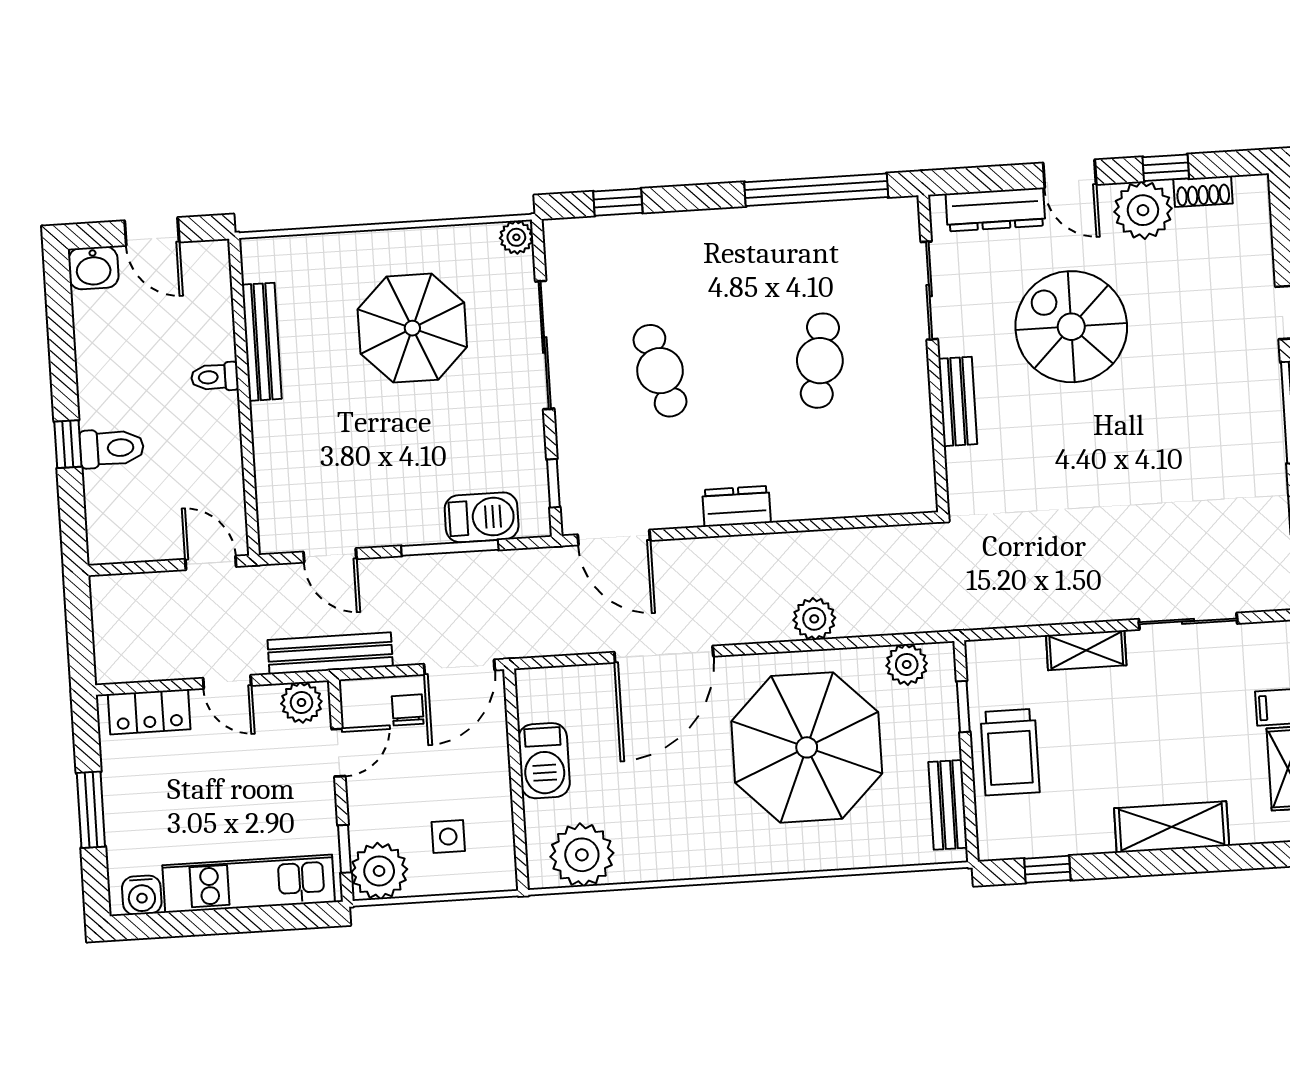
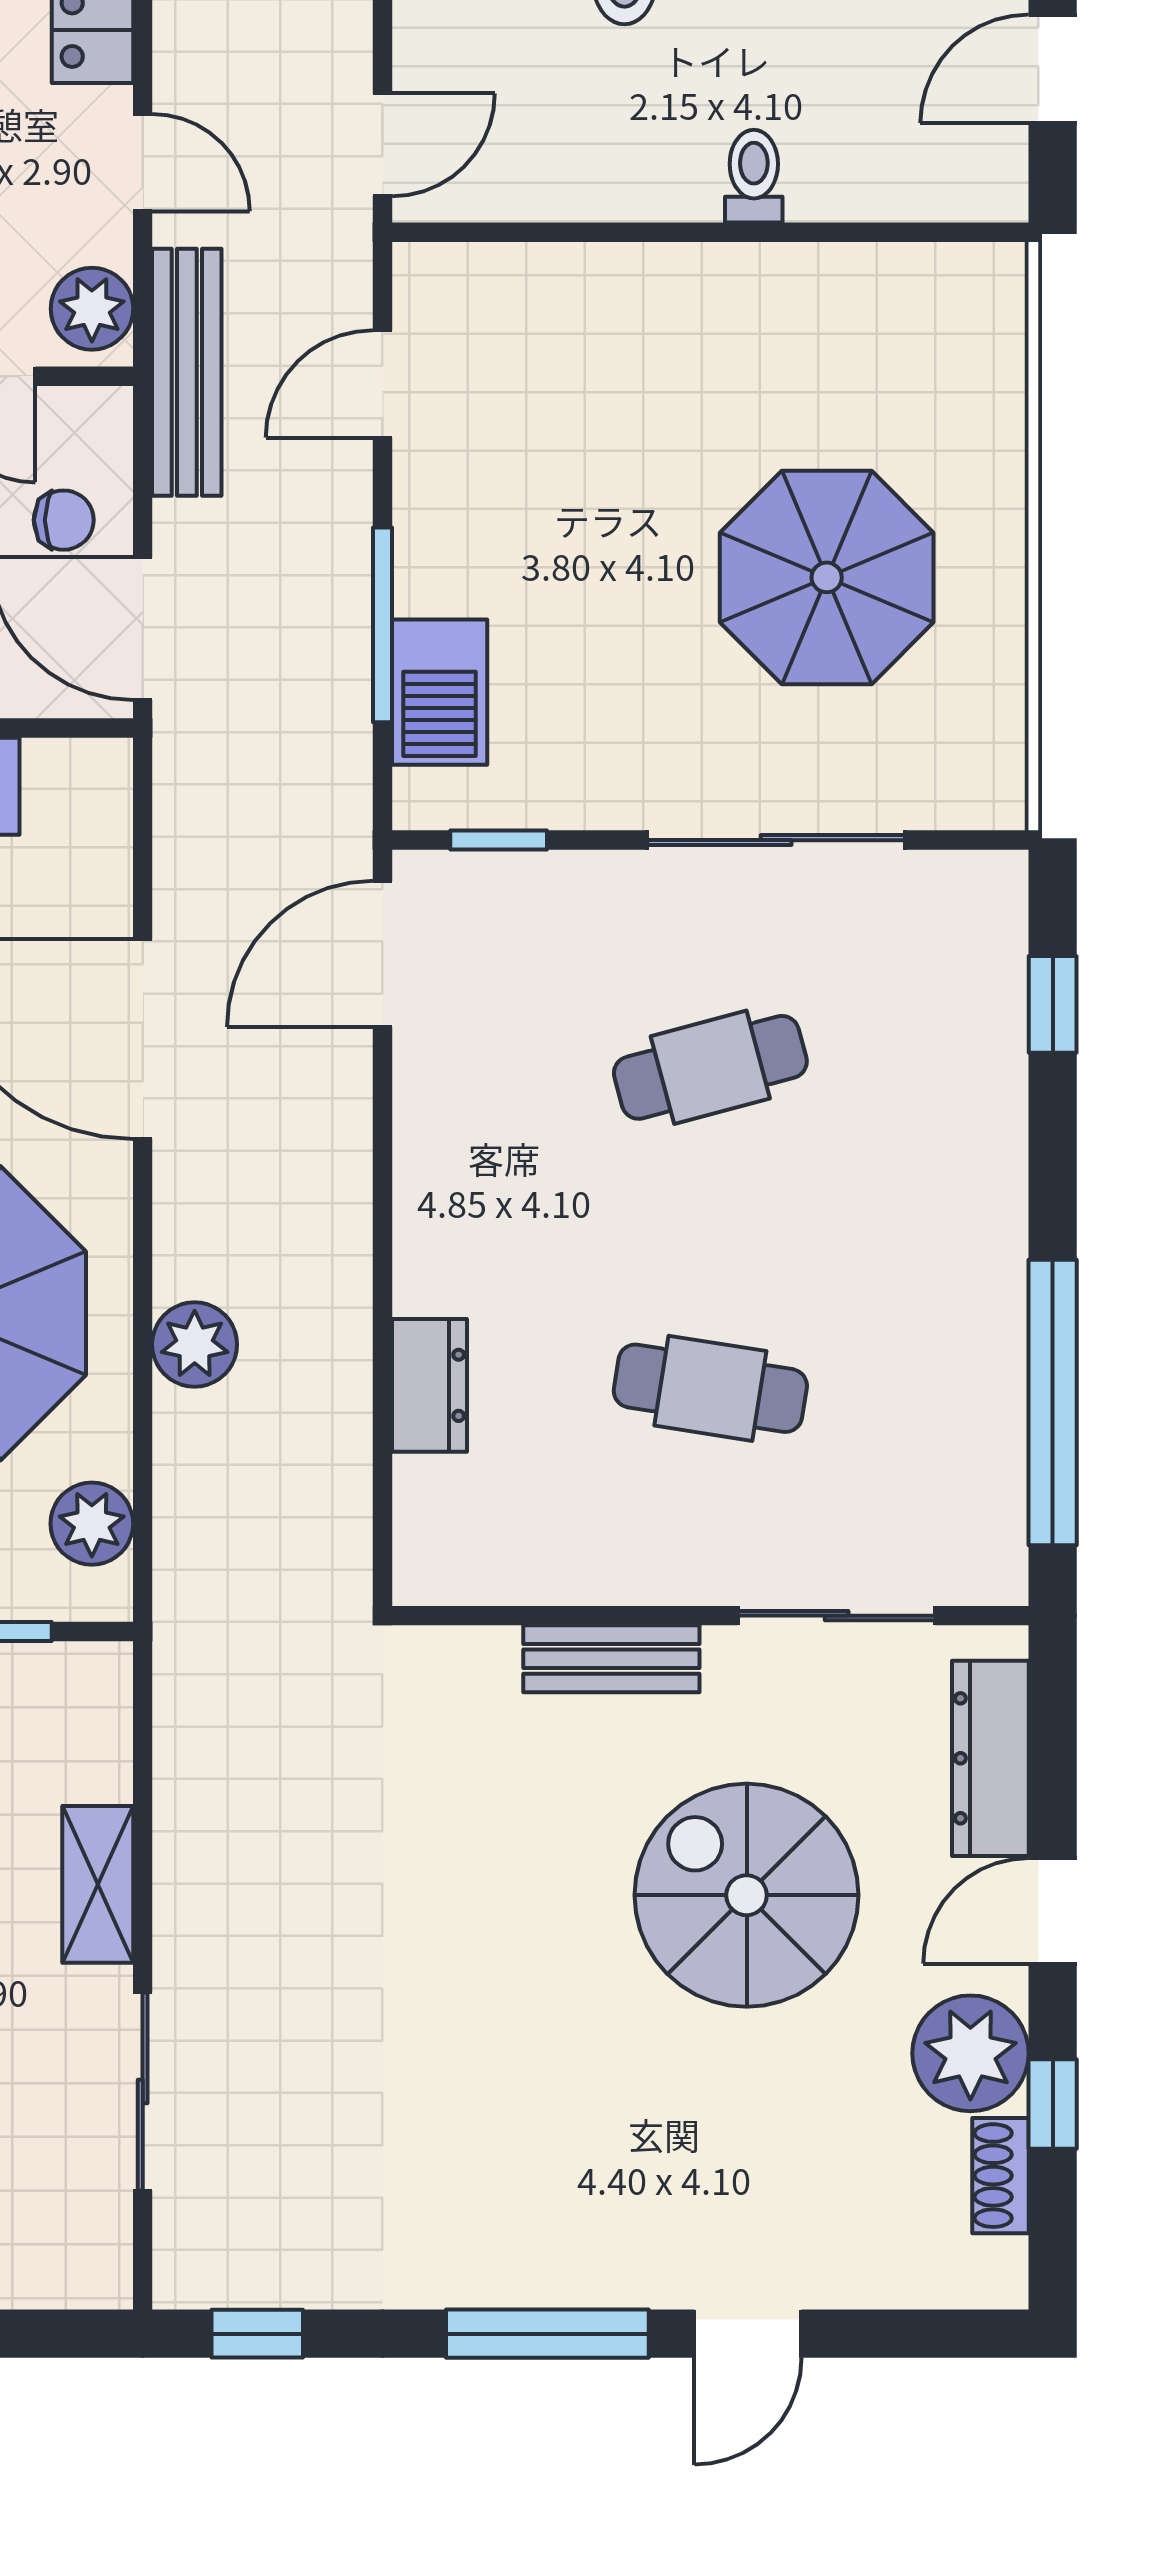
plant: (516, 237) -> (995, 797), removed
spiral stairs: (1071, 327) -> (747, 1895), turned -90
bench: (262, 342) -> (818, 275), removed
dresser: (737, 506) -> (429, 1385), moved
door: (227, 682) -> (143, 163), swing flipped

